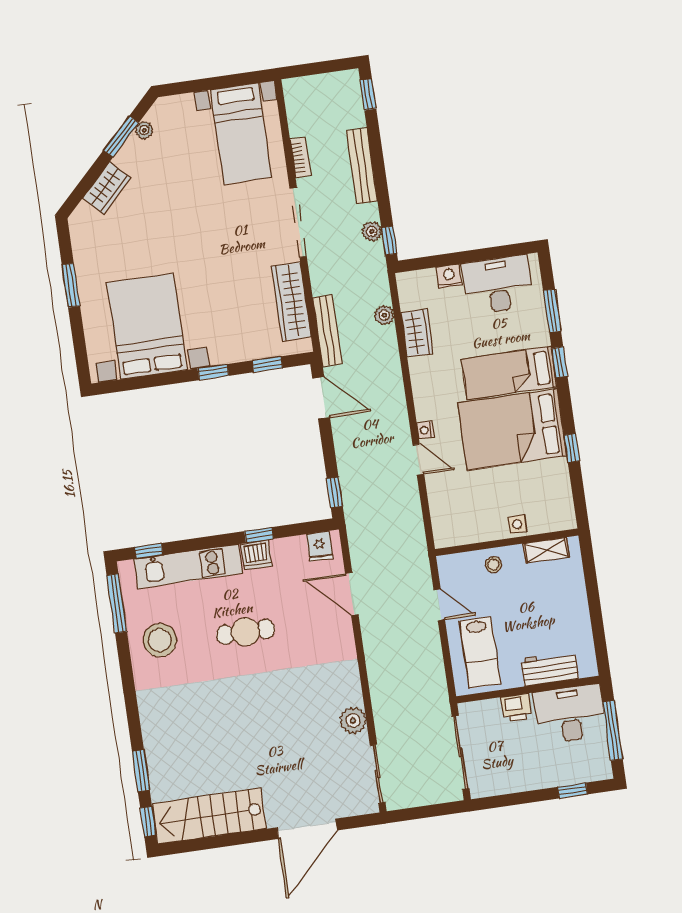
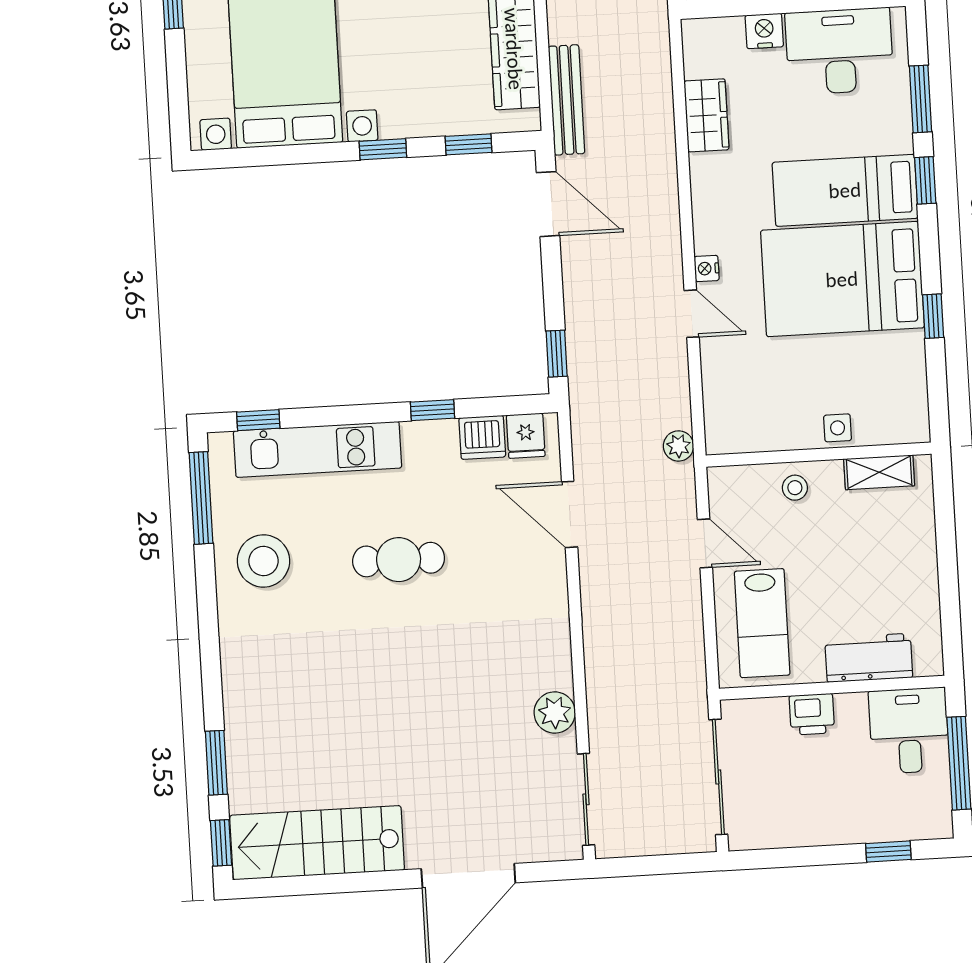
plant: (384, 315) -> (679, 446), moved
dishwasher: (256, 555) -> (482, 437), moved
desk: (570, 714) -> (909, 731), width x0.73

